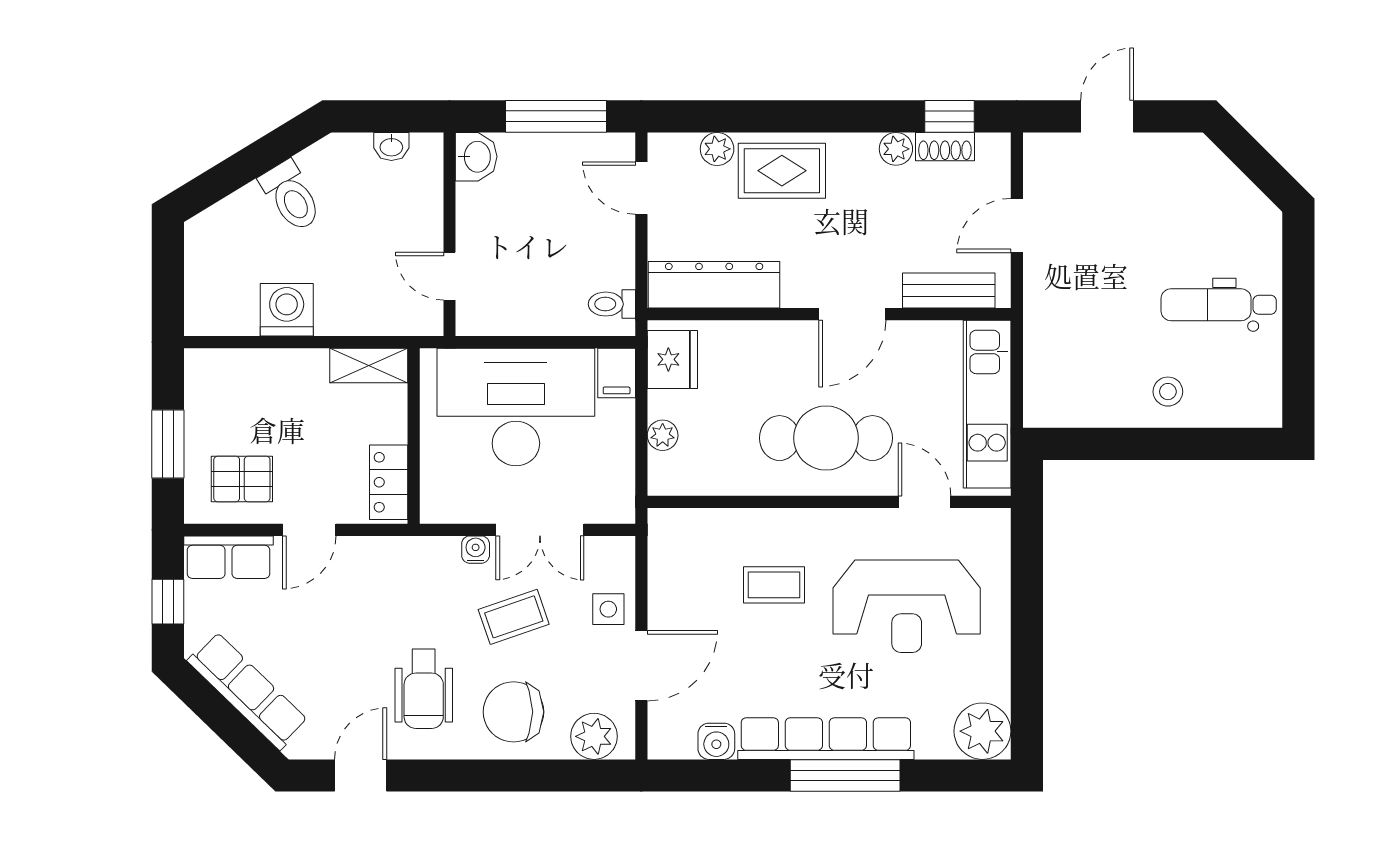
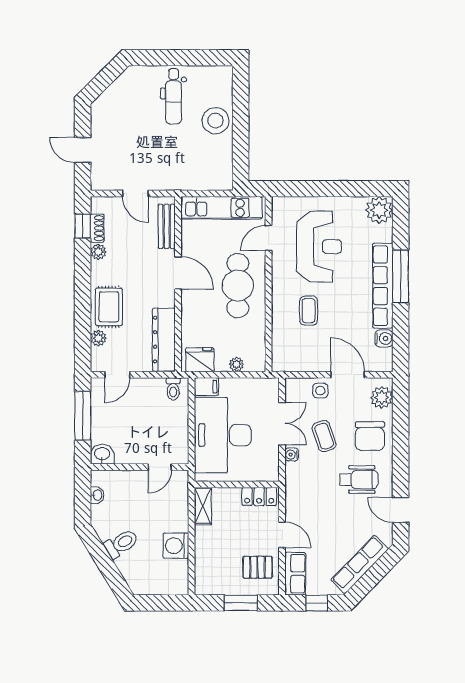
stool: (1168, 392) -> (215, 121), width x1.89, depth x1.89
pallet: (242, 479) -> (258, 567), turned 90

